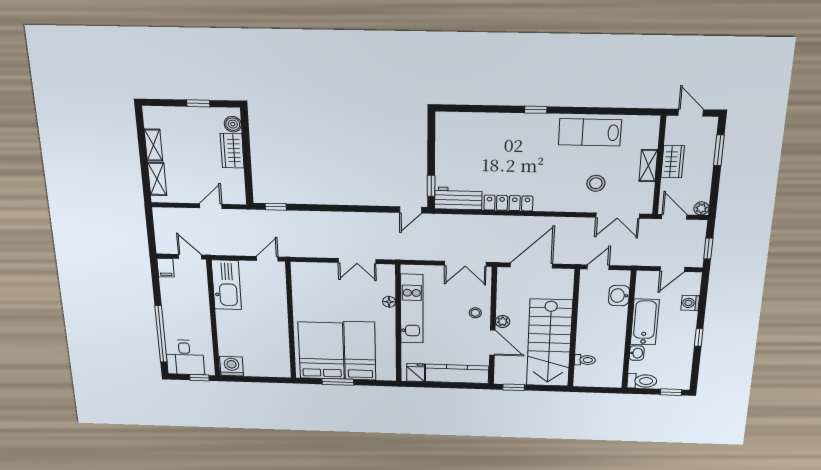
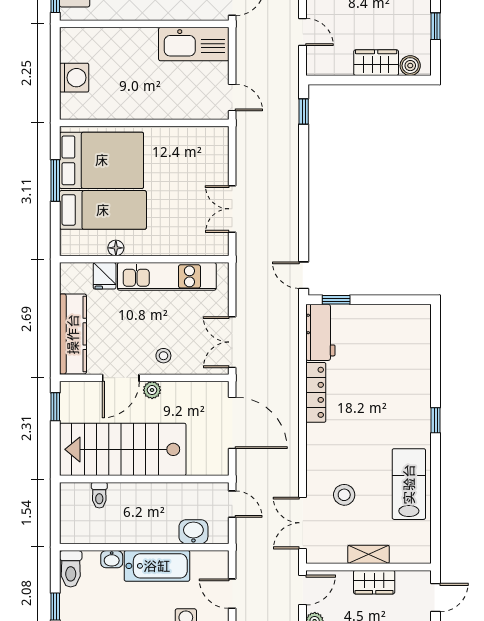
floor lamp: (389, 302) -> (116, 248), moved
washing machine: (232, 366) -> (74, 78), moved
fridge: (416, 373) -> (105, 276), moved, turned 90

